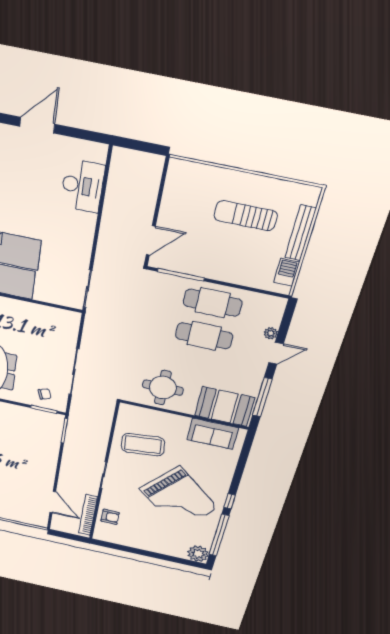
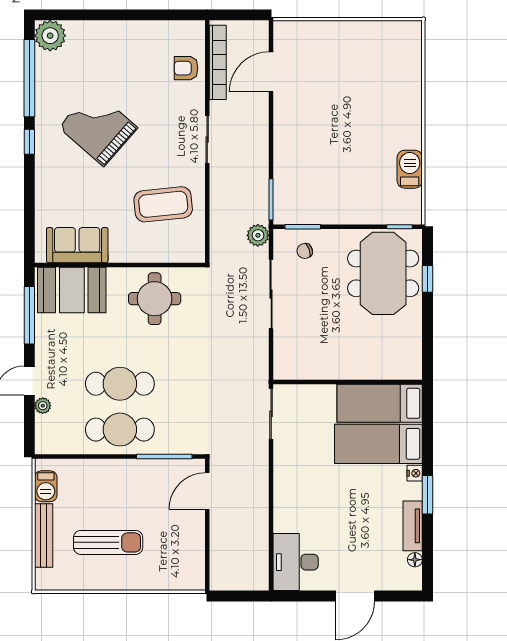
desk: (82, 186) -> (296, 562), moved
plant: (77, 411) -> (258, 235), added
grand piano: (179, 498) -> (98, 127), width x0.73, depth x0.68
door: (53, 502) -> (271, 72), hinge flipped

